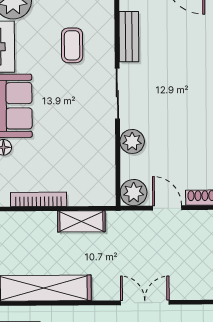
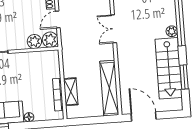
plant: (132, 141) -> (34, 41), moved
shelving: (81, 221) -> (71, 92), moved

